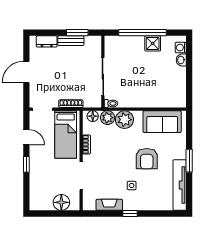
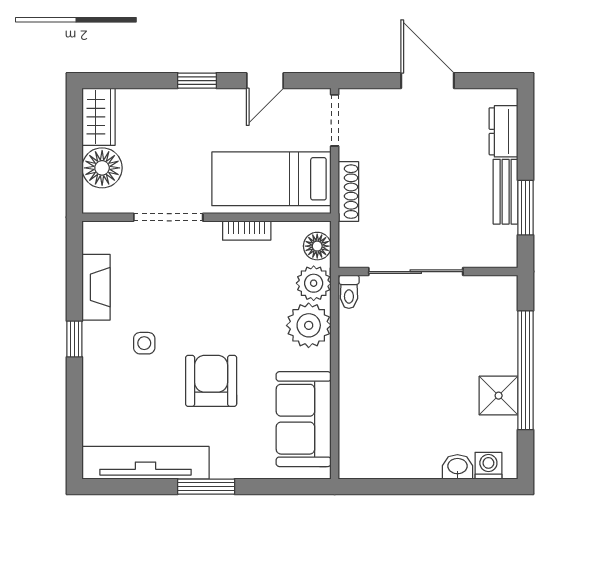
armchair: (147, 159) -> (211, 381), turned 90
wardrobe: (41, 204) -> (99, 117), added

